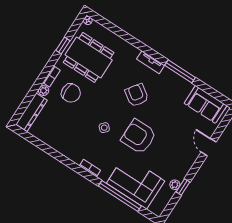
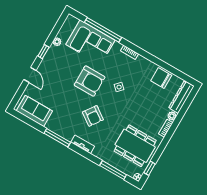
window: (116, 30) -> (113, 170), added
window: (63, 46) -> (150, 168), moved
chair: (71, 93) -> (161, 78), moved
window: (183, 187) -> (43, 52), moved

